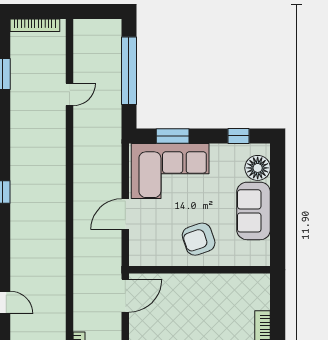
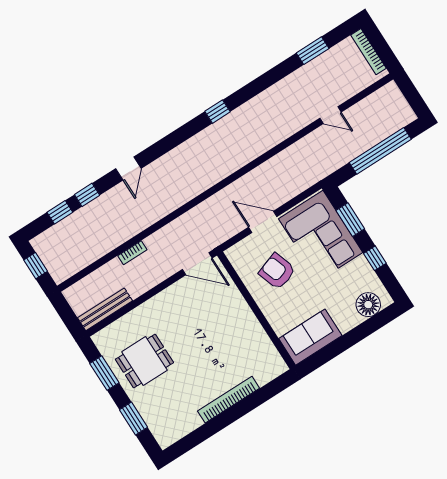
window: (239, 136) -> (375, 258), moved
sofa: (254, 211) -> (310, 337), moved
armchair: (199, 239) -> (277, 271), moved

